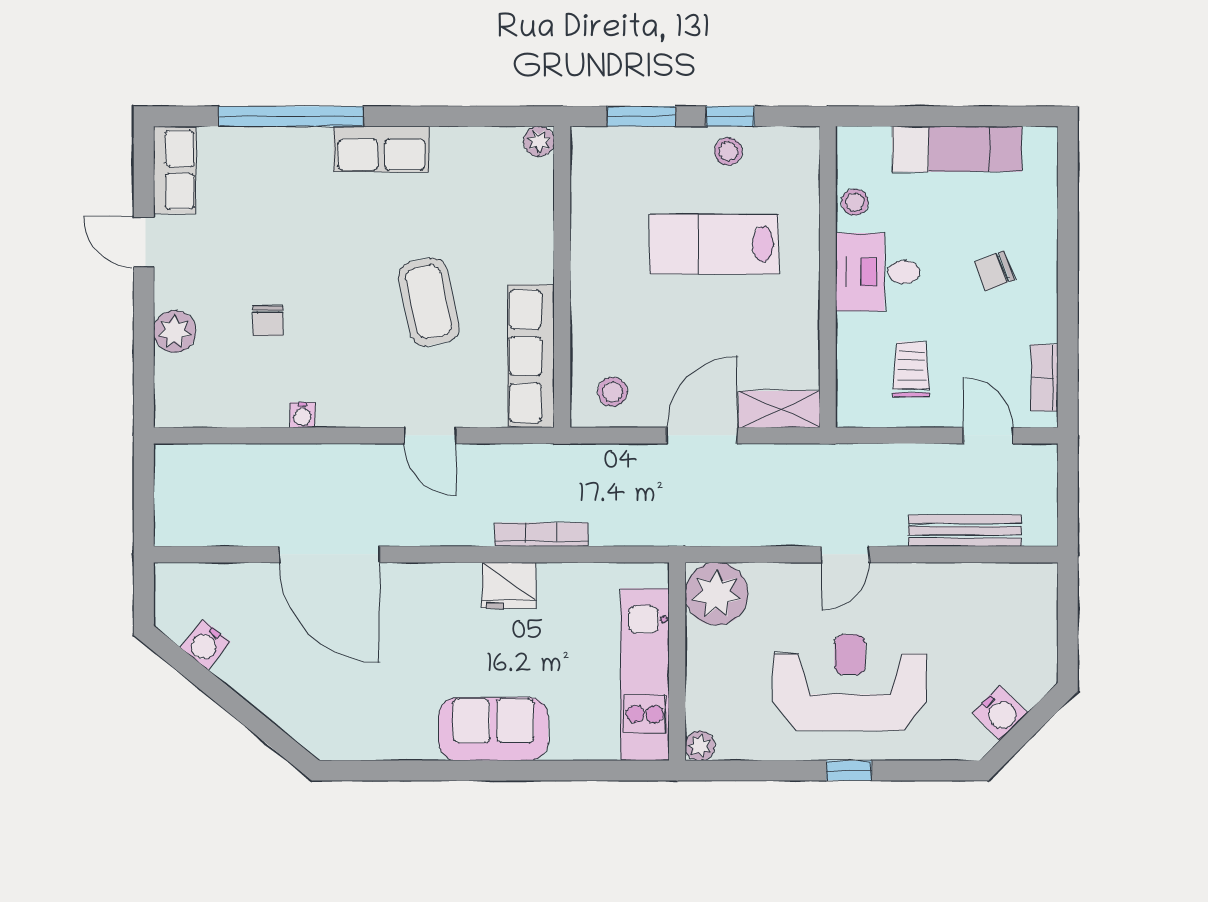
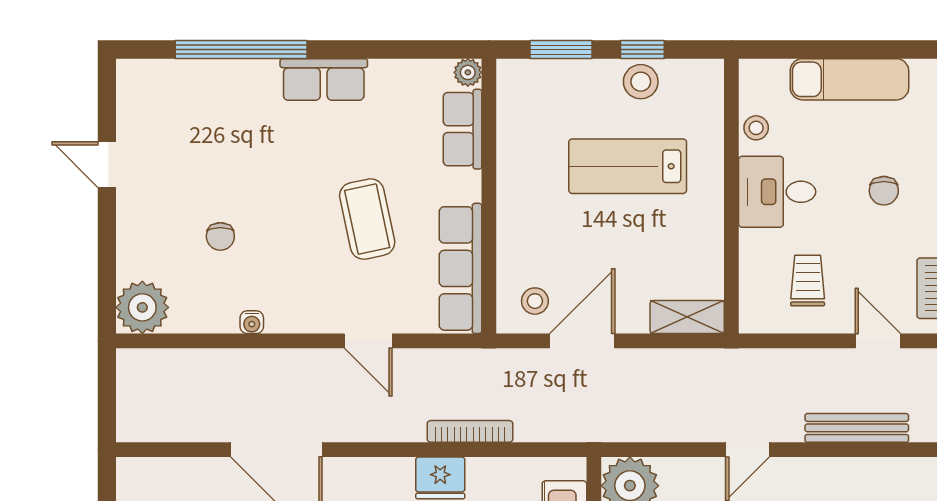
stool: (728, 151) -> (641, 82), width x1.37, depth x1.37
row of seats: (175, 170) -> (463, 129), moved, turned 180
chair: (995, 271) -> (884, 191), turned -69
plant: (175, 332) -> (142, 307), moved, width x1.36, depth x1.36
door: (702, 435) -> (582, 341), moved

